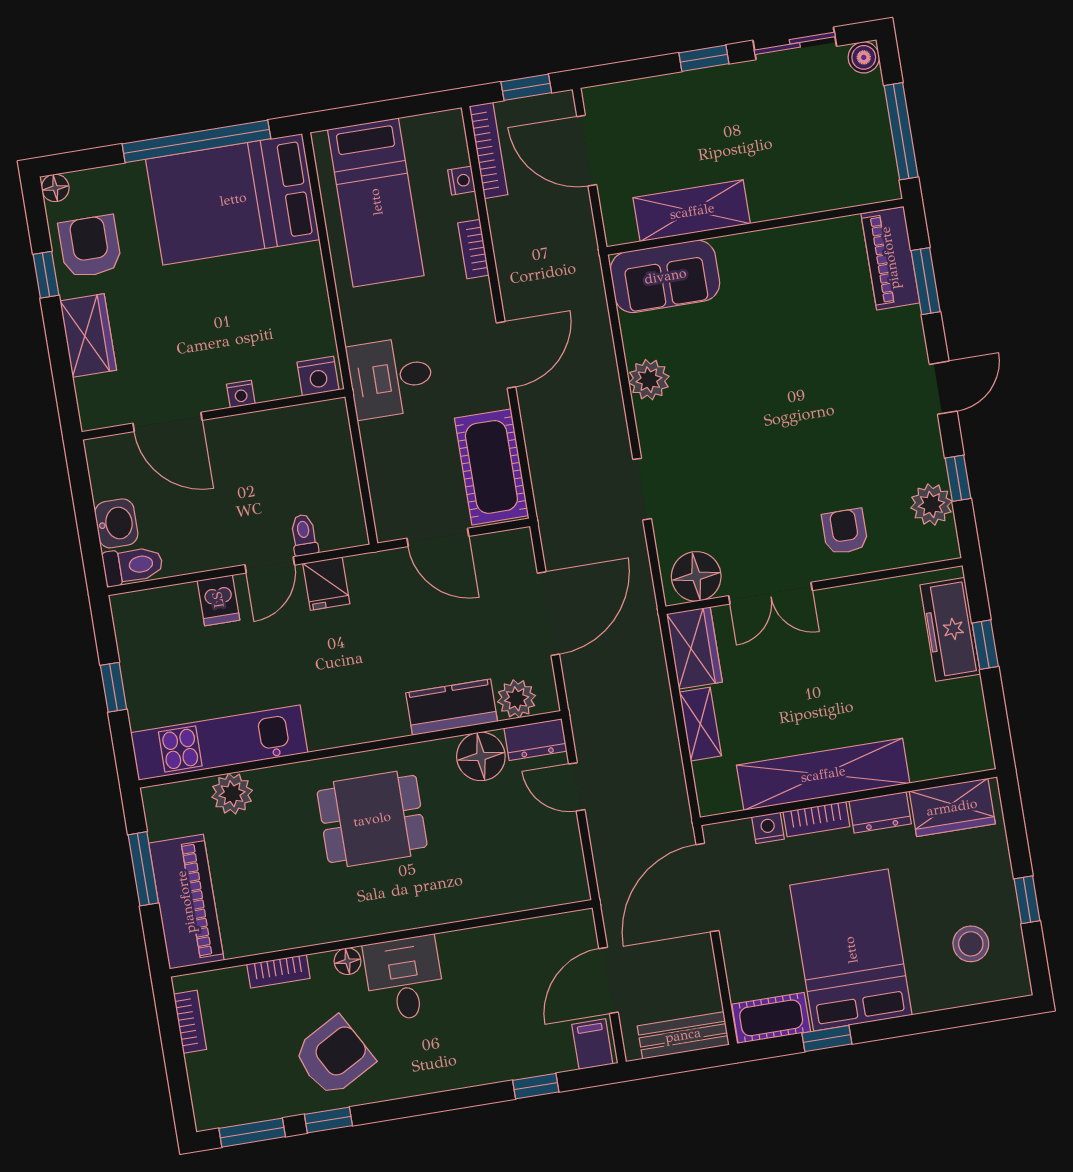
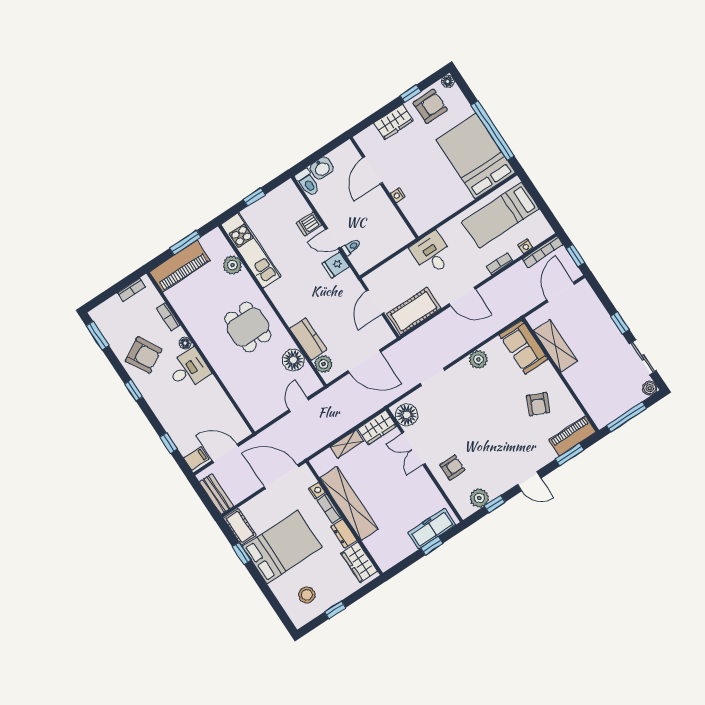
armchair: (794, 299) -> (538, 404), added
nightstand: (318, 376) -> (419, 223), removed
dresser: (536, 740) -> (310, 379), removed
window: (328, 1120) -> (134, 390), moved

